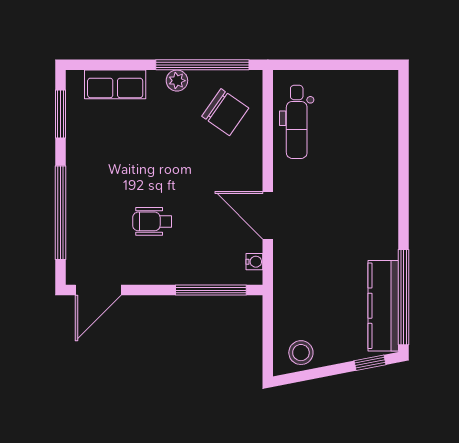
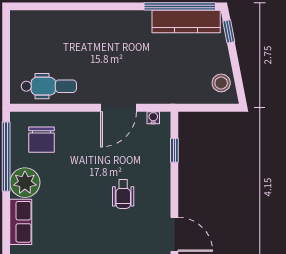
plant: (177, 81) -> (25, 183), width x1.87, depth x1.87
chair: (225, 112) -> (42, 140), turned 145
window: (211, 290) -> (174, 150), width x0.46

